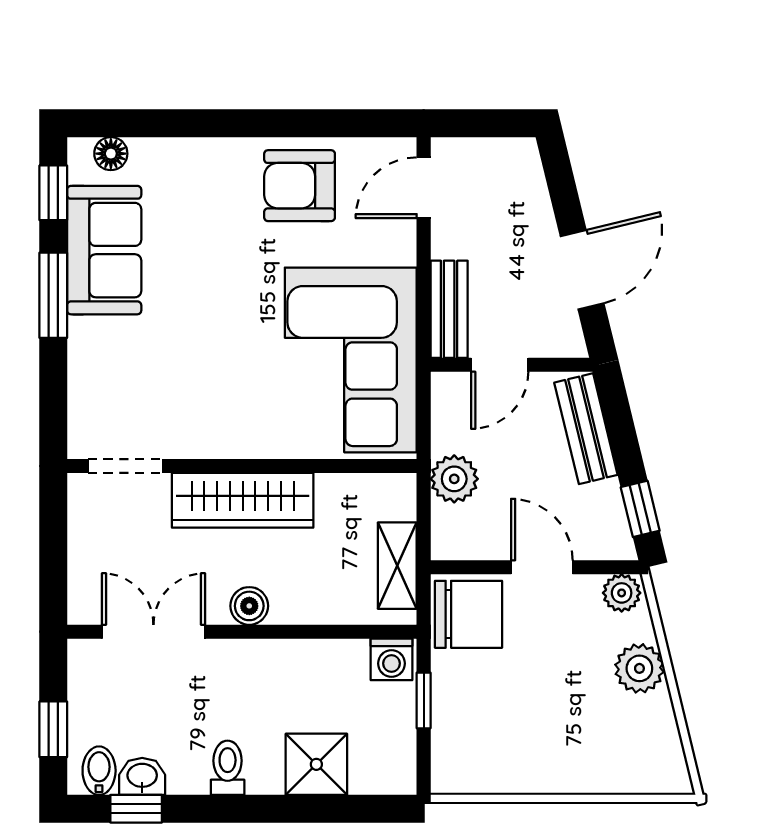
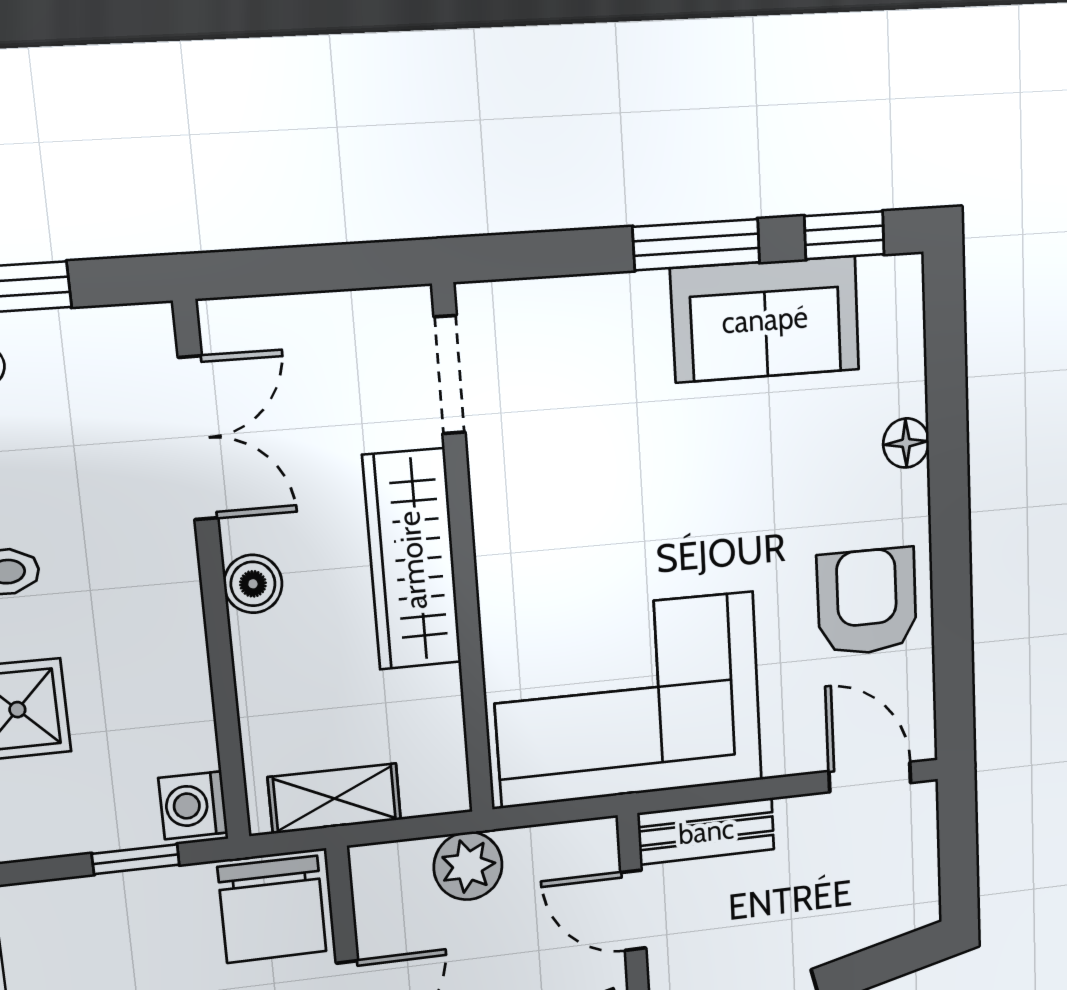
floor lamp: (111, 154) -> (906, 443), moved

